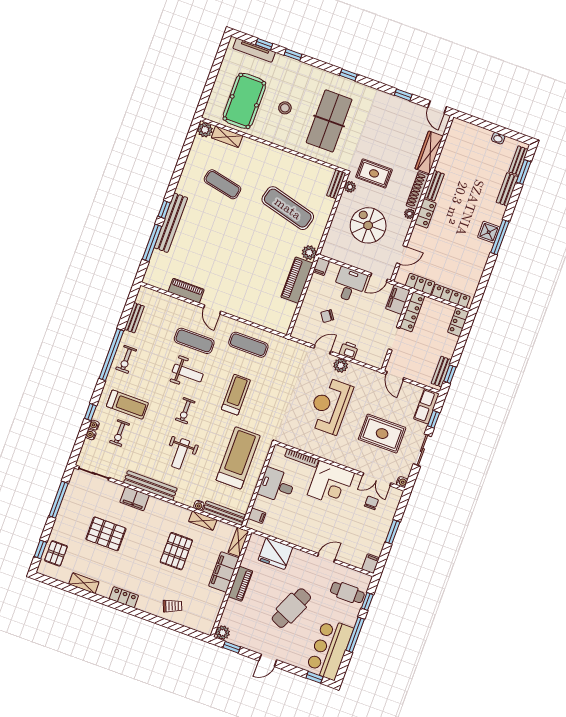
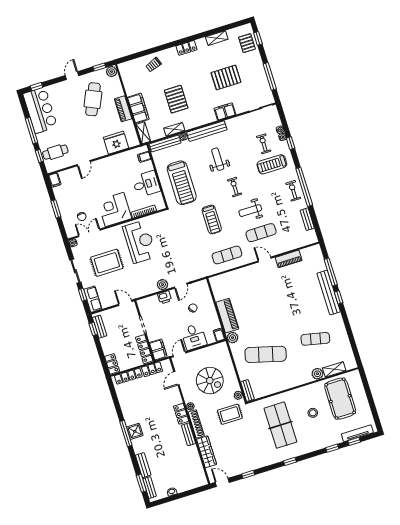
plant: (205, 130) -> (317, 374), moved
reception desk: (330, 406) -> (140, 242), moved
bench: (150, 485) -> (207, 131), moved
cafe table: (291, 608) -> (93, 99), moved

